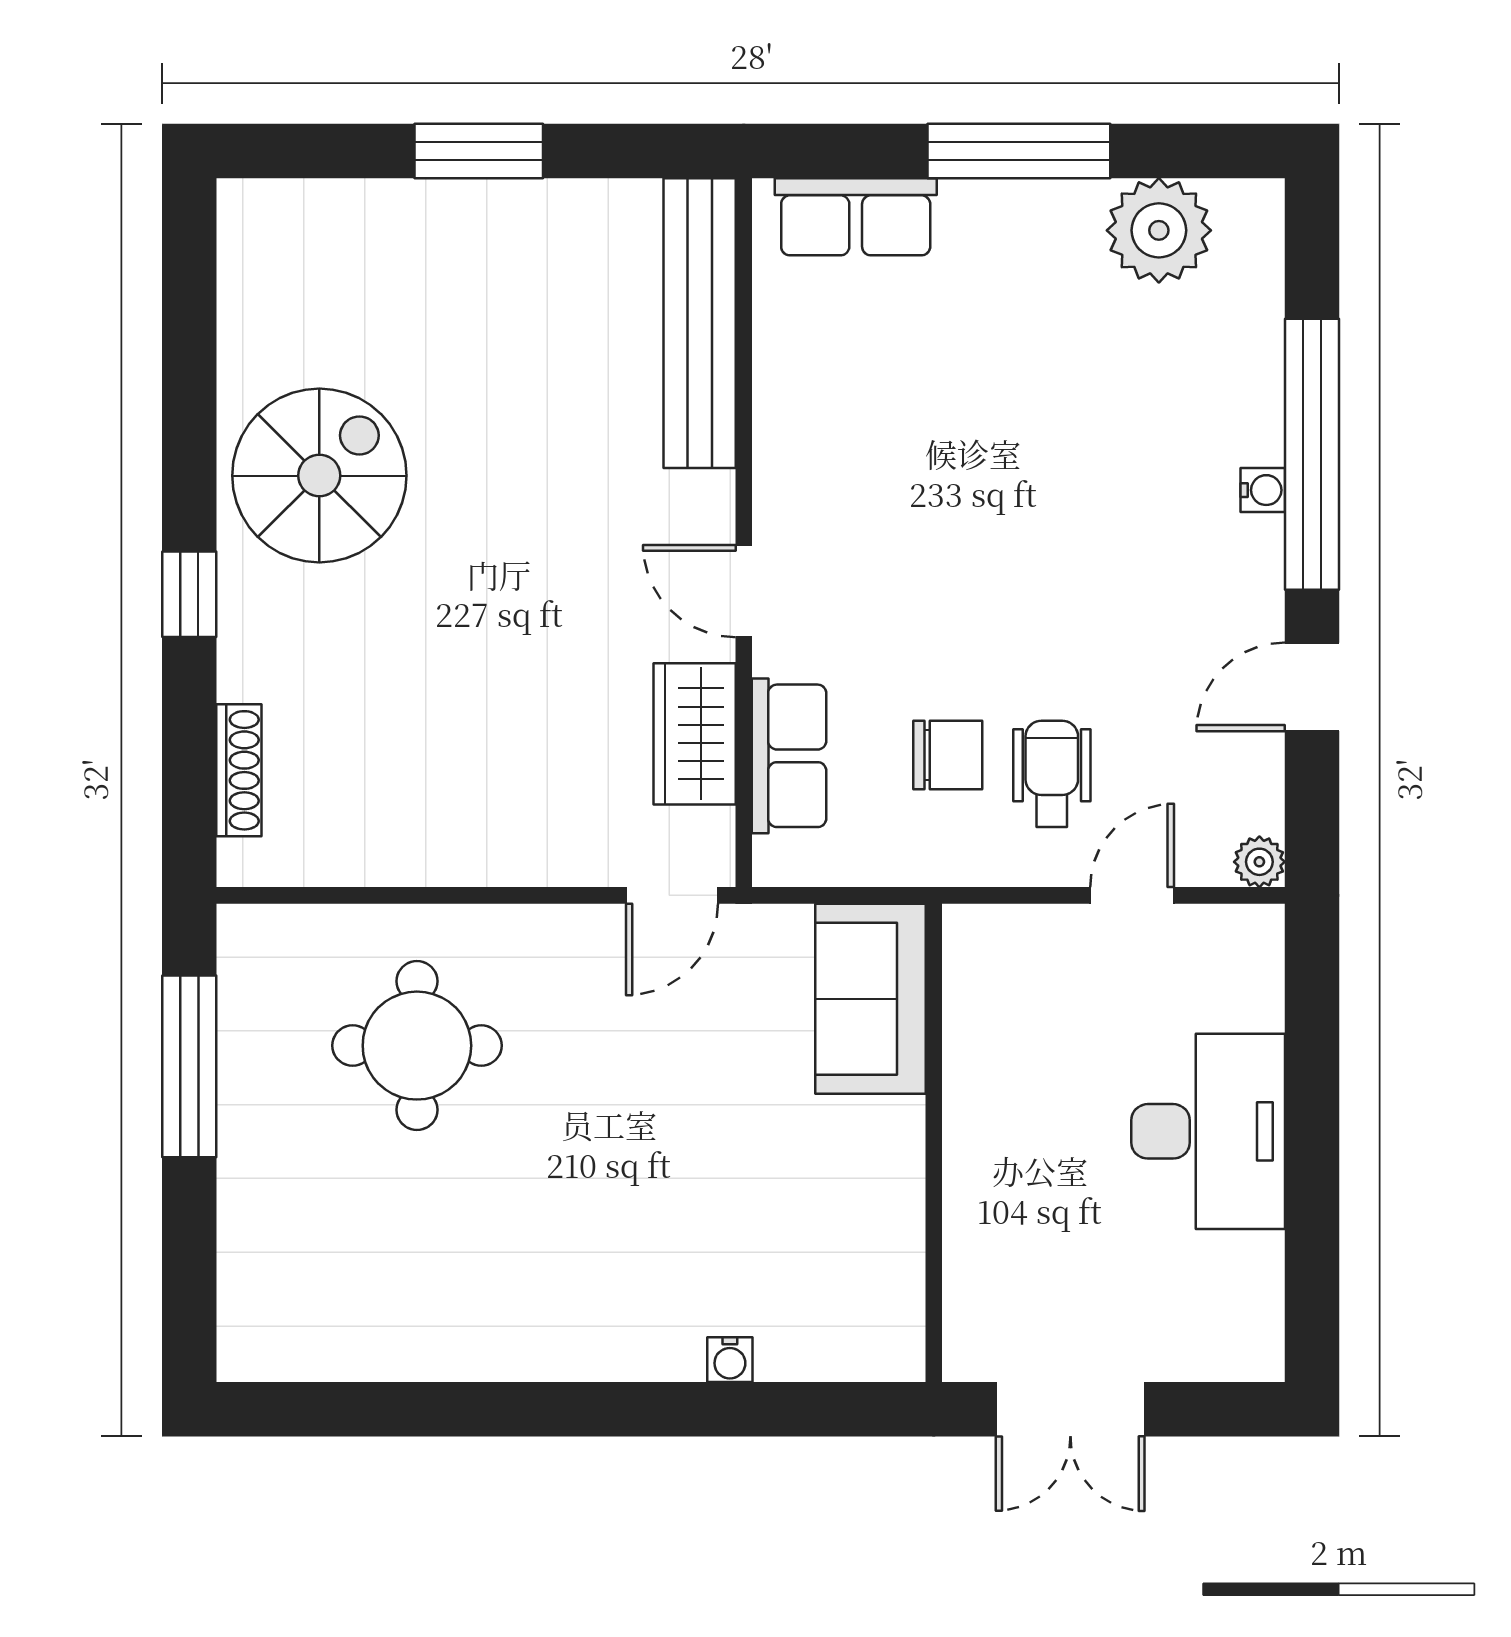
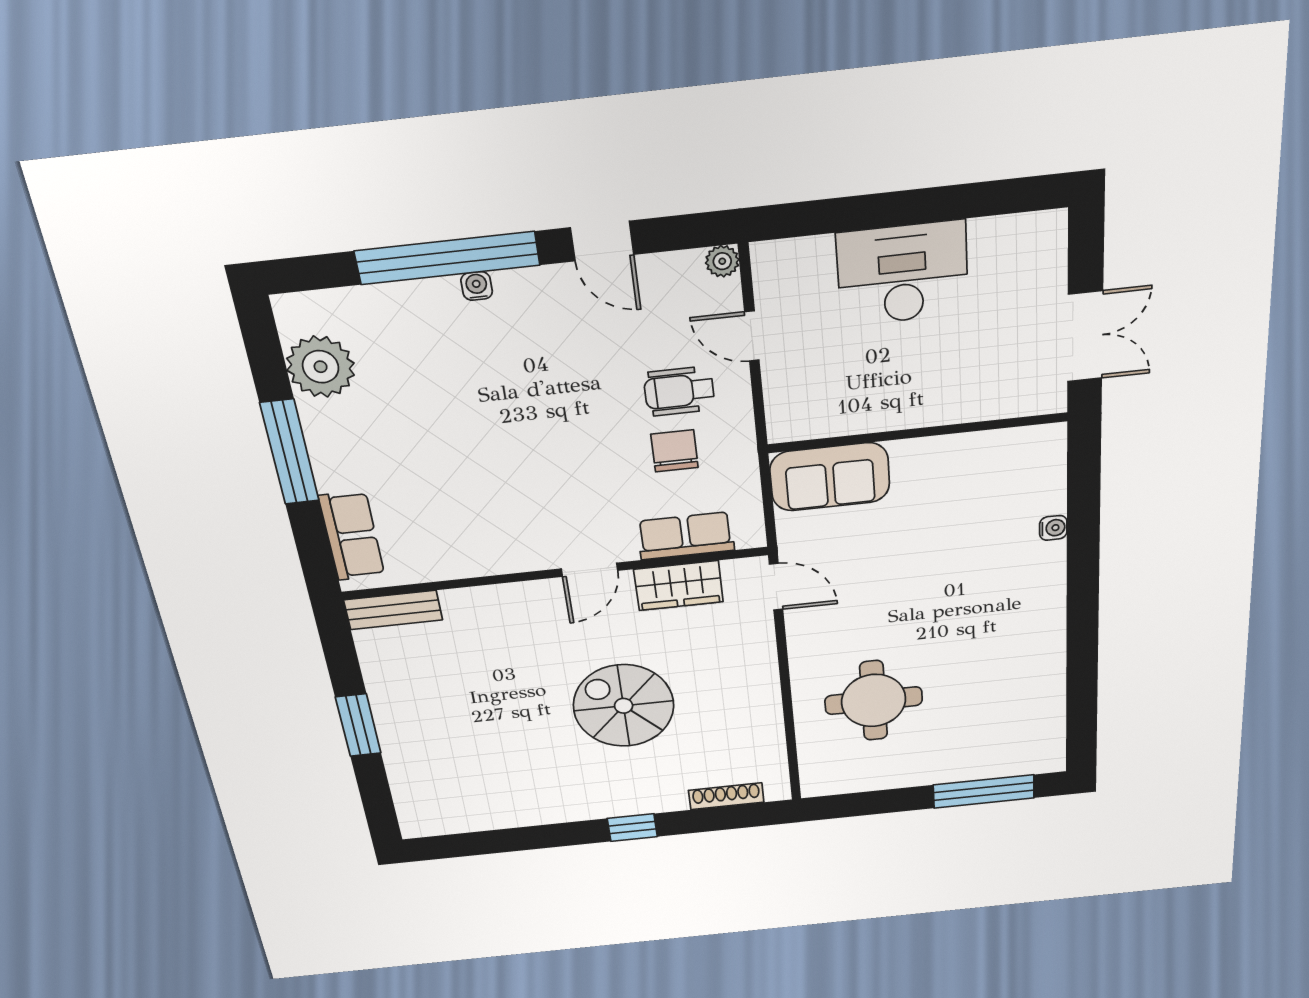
bench: (700, 323) -> (393, 610), width x0.54, depth x0.82
spiral stairs: (319, 476) -> (624, 706), moved
window: (189, 1066) -> (984, 791), moved

